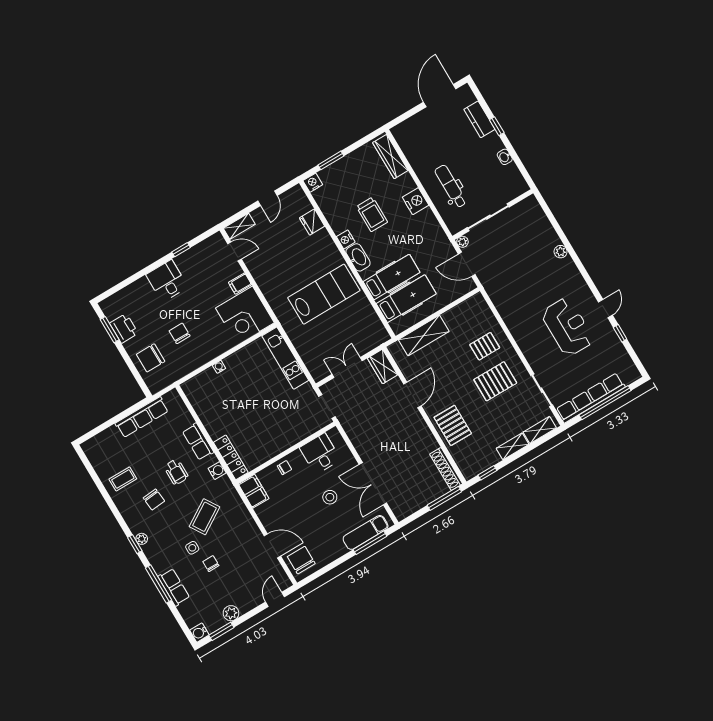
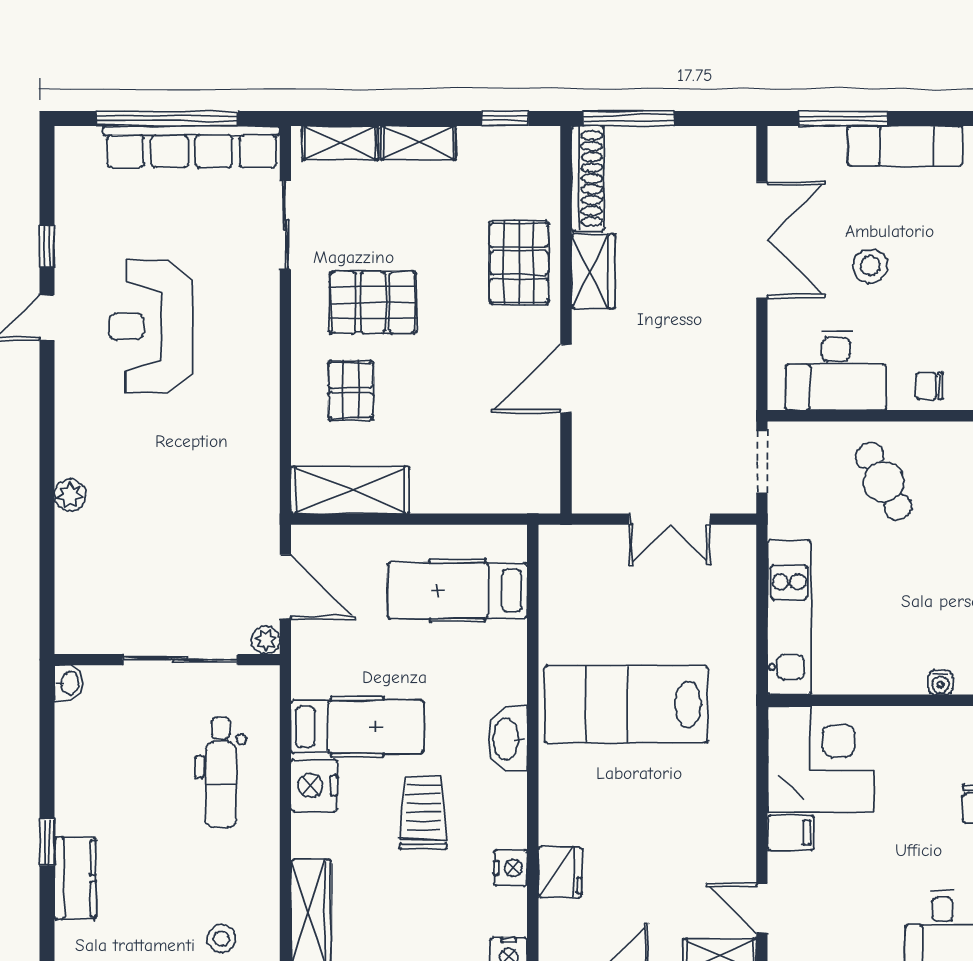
stool: (416, 129) -> (222, 939), added
washbasin: (505, 157) -> (69, 683), moved
nightstand: (346, 239) -> (511, 868), moved
hospital bed: (392, 277) -> (357, 727), moved, turned 180
shelving: (424, 336) -> (350, 490), moved
pallet: (485, 346) -> (351, 390), turned 90
wardrobe: (383, 366) -> (593, 271), moved
cafe table: (280, 425) -> (884, 481), added
desk: (320, 454) -> (836, 371), width x1.37
exam couch: (366, 532) -> (905, 146), moved

